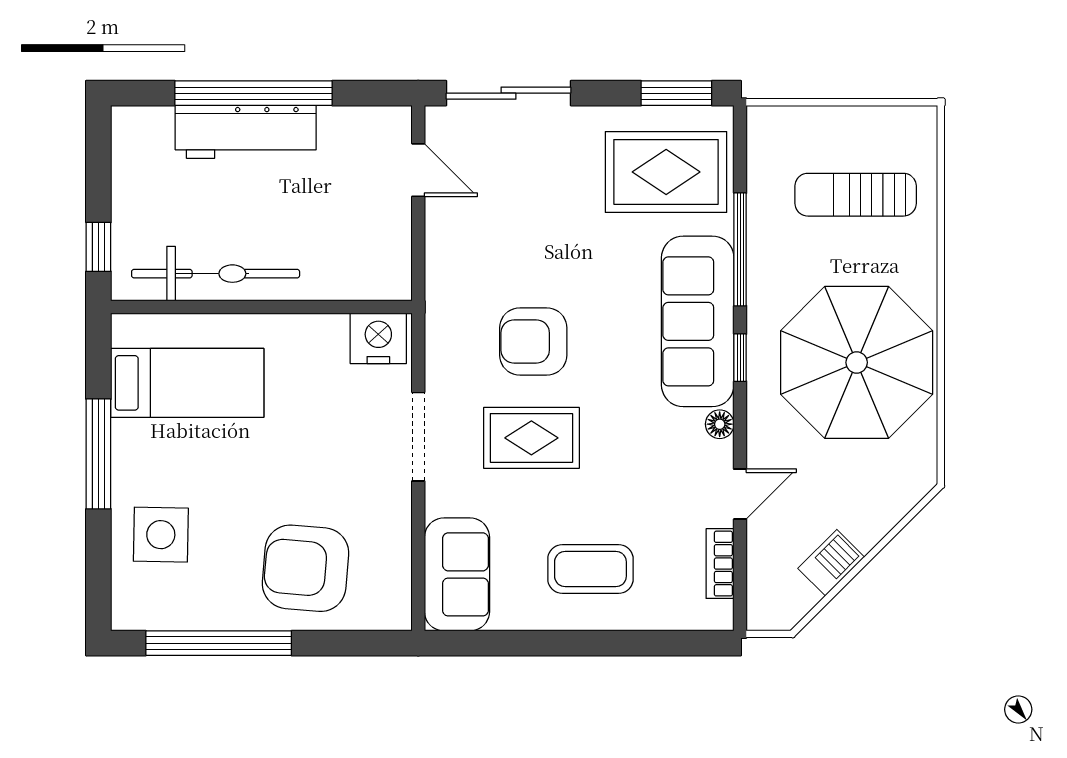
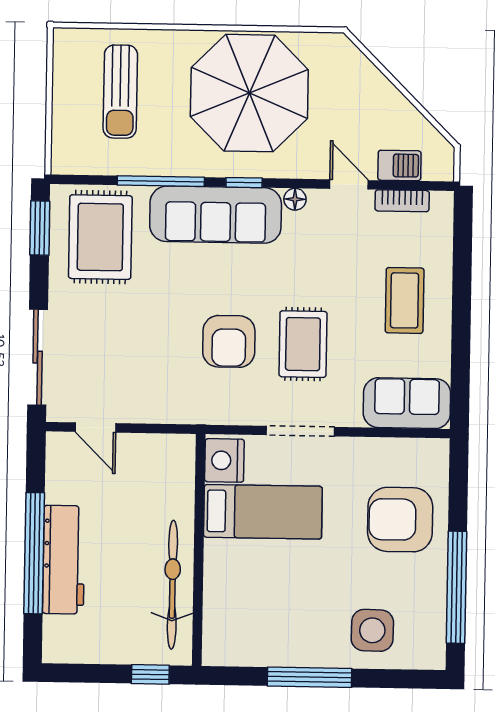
door: (418, 170) -> (96, 427), swing flipped
bed: (187, 383) -> (263, 512), moved, turned 90
barbecue: (831, 563) -> (399, 165), moved, turned 135
armchair: (305, 568) -> (400, 520), turned 85

